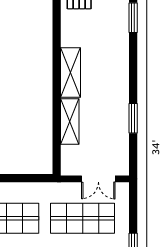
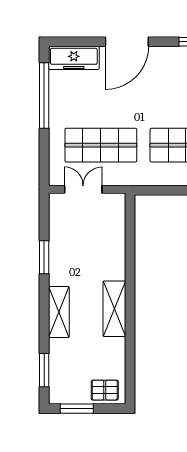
shelving: (70, 121) -> (59, 312), moved

